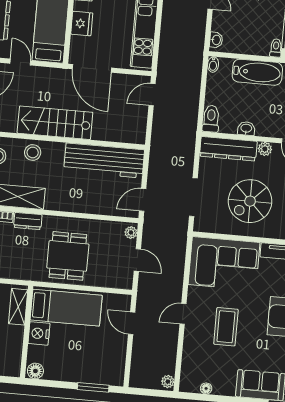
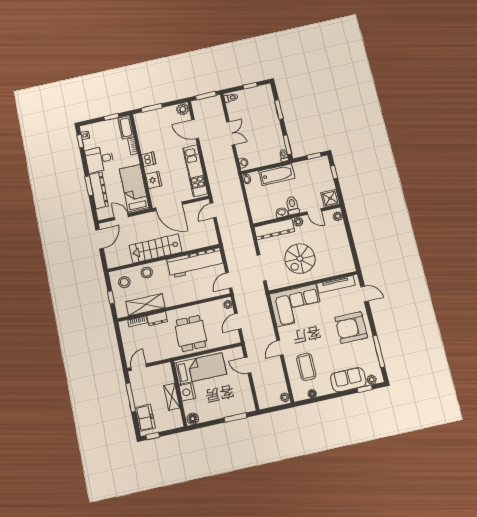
toilet: (211, 119) -> (292, 205), moved
door: (137, 260) -> (238, 321), swing flipped
shelving: (18, 307) -> (172, 397), moved
coffee table: (226, 327) -> (306, 367), moved

